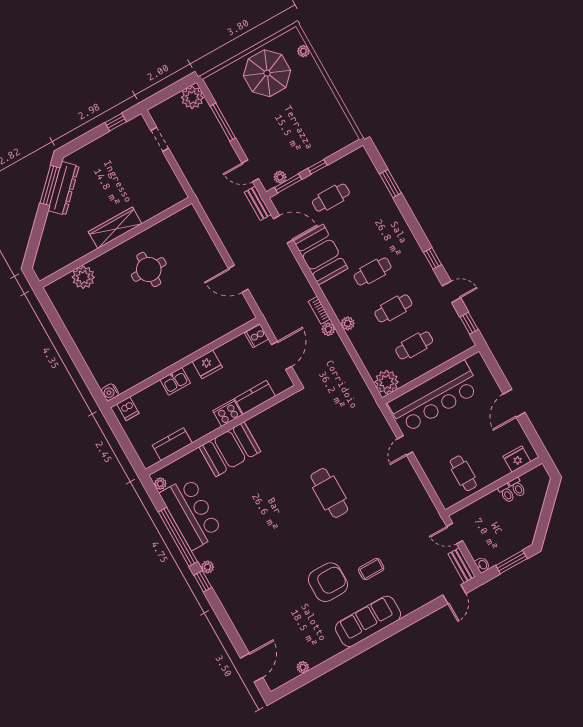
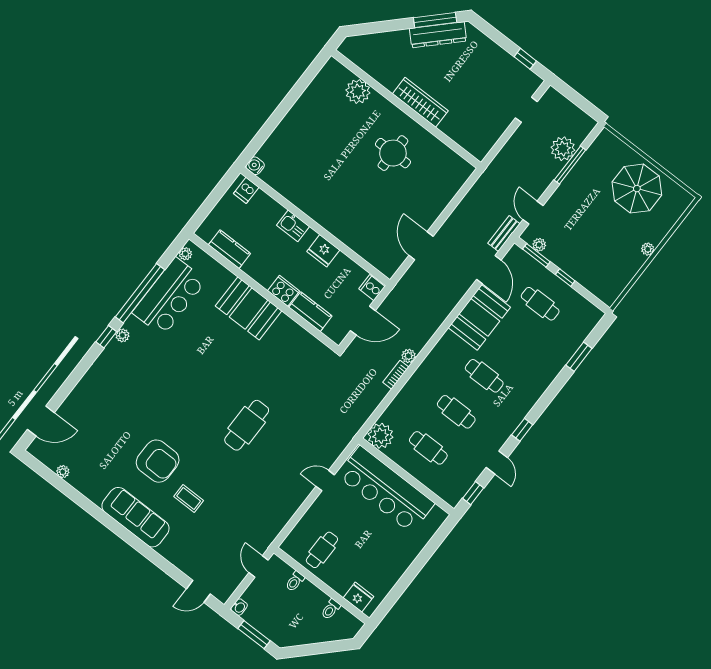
plant: (303, 51) -> (648, 249), moved
plant: (192, 97) -> (563, 149), moved
bookcase: (319, 310) -> (396, 375), moved
plant: (348, 323) -> (422, 373), removed
door: (514, 403) -> (413, 571), removed
toilet: (507, 493) -> (295, 581), moved
bench: (462, 565) -> (230, 587), removed

